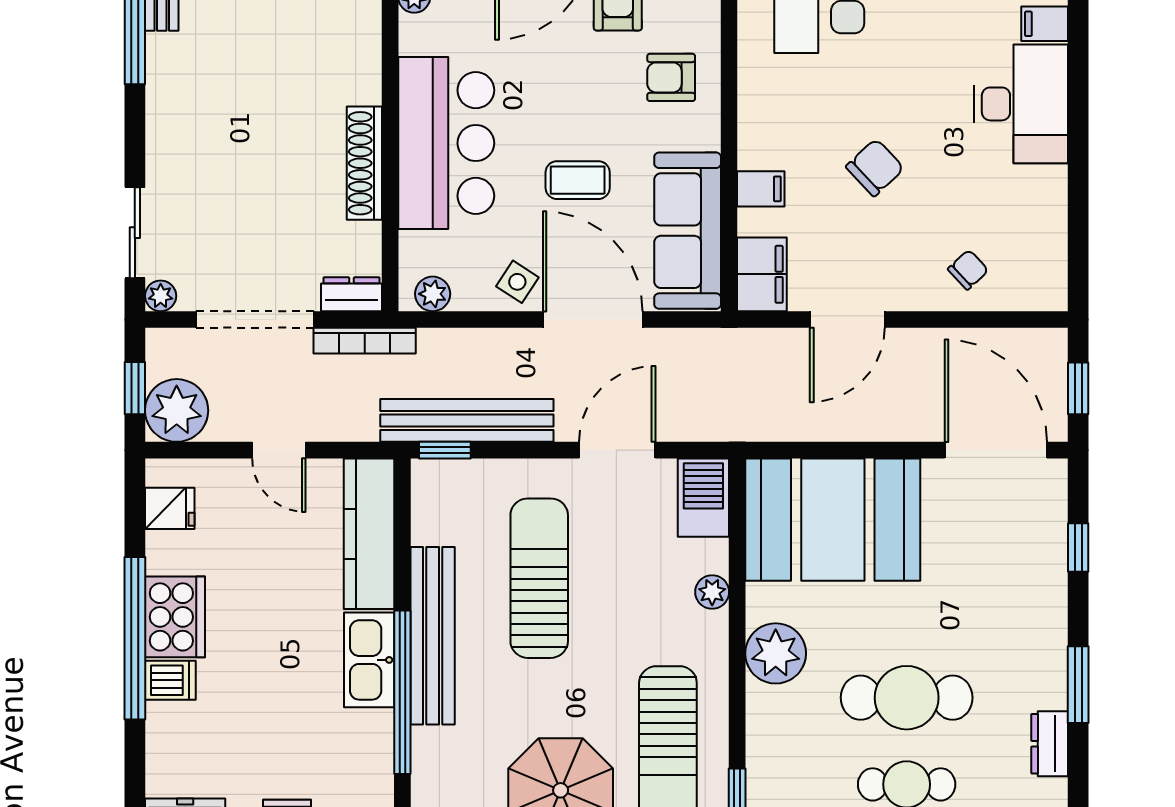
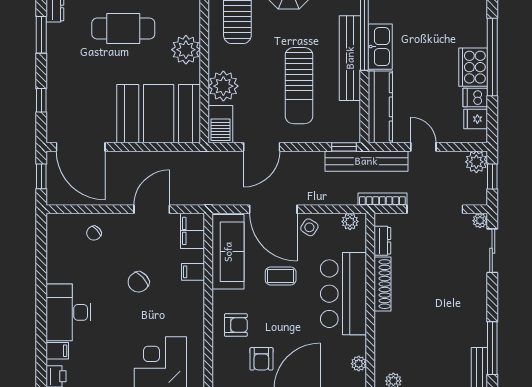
dresser: (352, 294) -> (382, 241), moved, turned -90
plant: (177, 410) -> (476, 162), width x0.73, depth x0.73
bench: (467, 420) -> (366, 161), moved
plant: (712, 592) -> (223, 86), width x1.88, depth x1.88
dishwasher: (170, 680) -> (475, 97), moved

